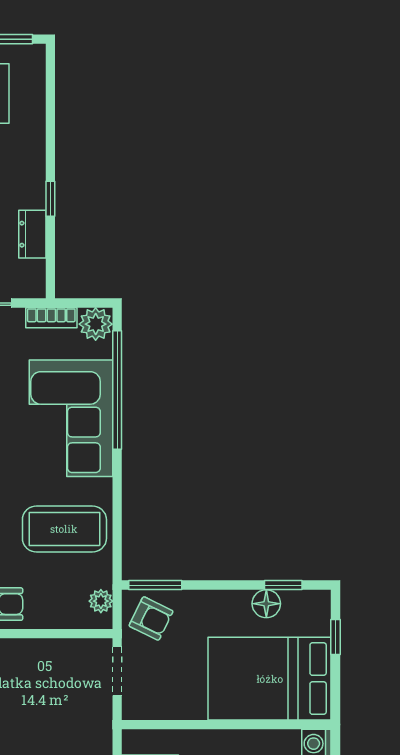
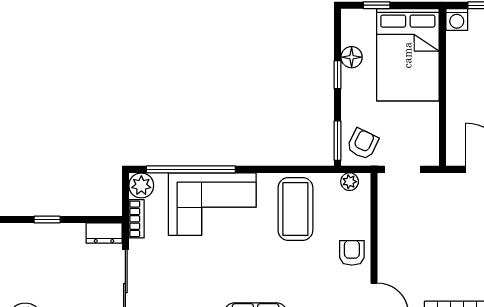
dresser: (32, 234) -> (104, 233), moved
window: (283, 585) -> (338, 75), moved

